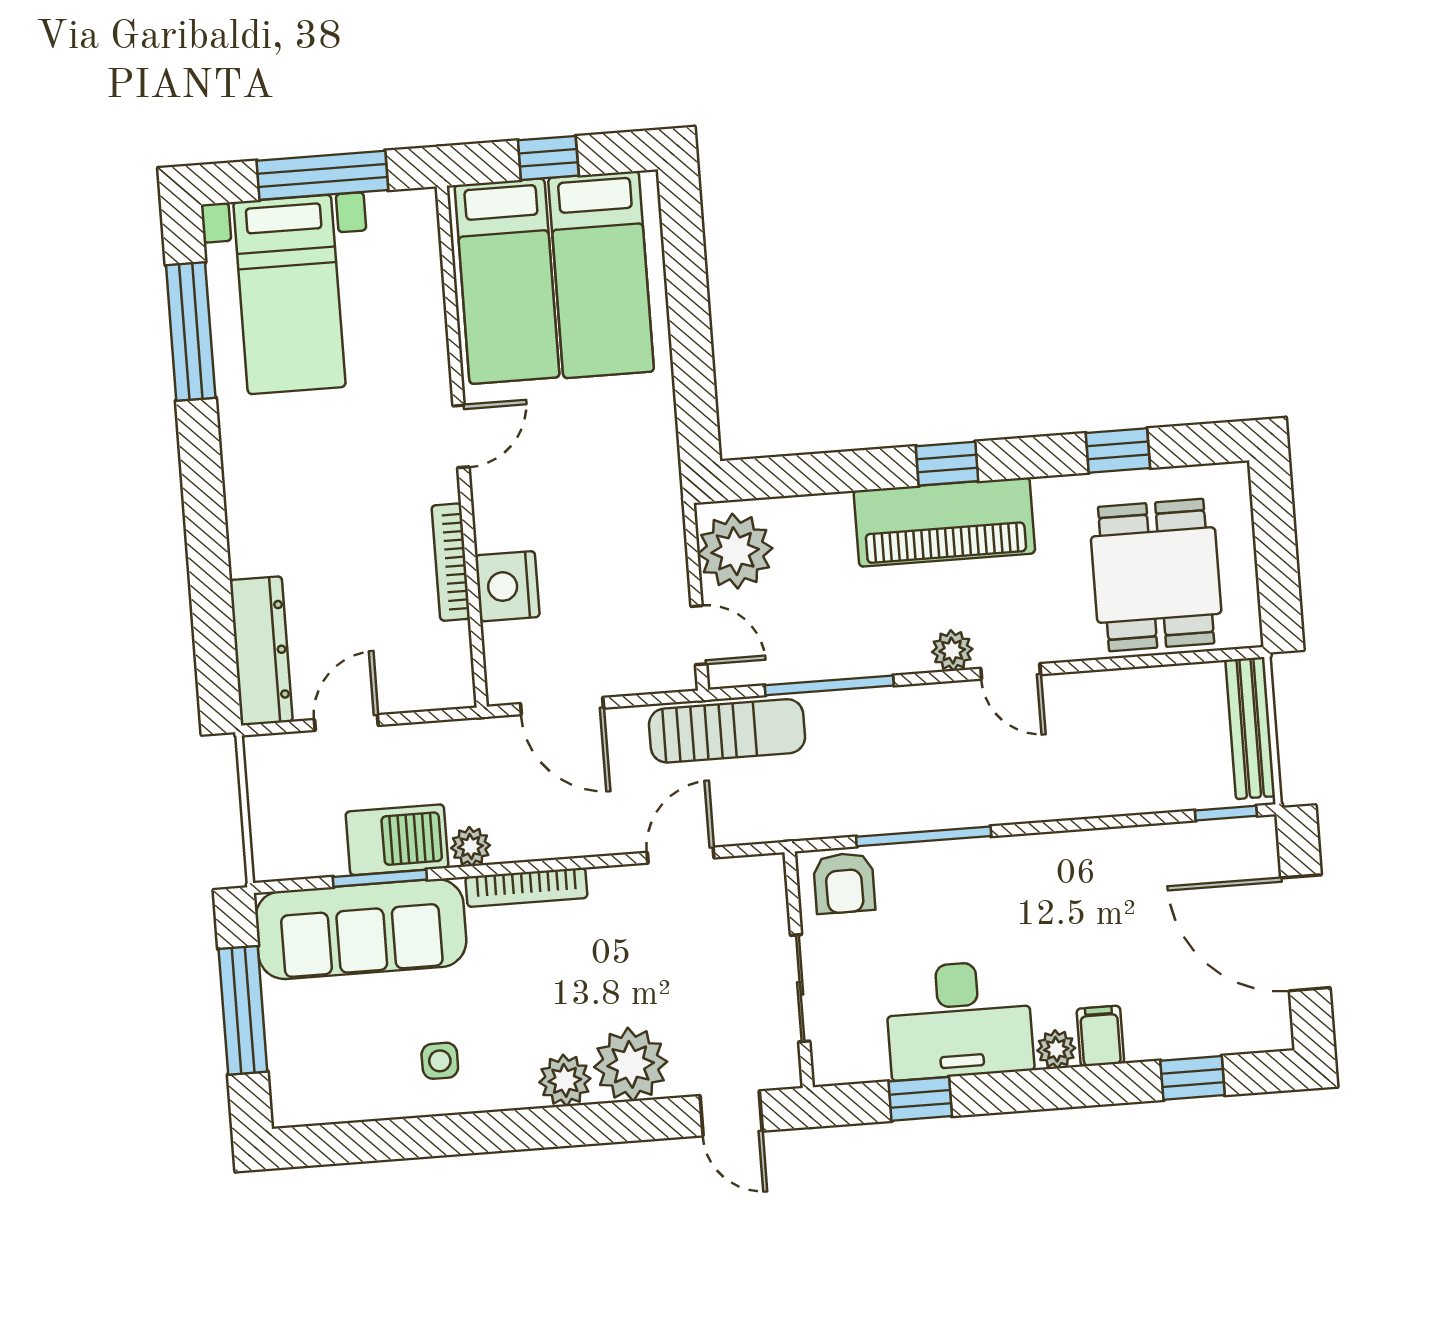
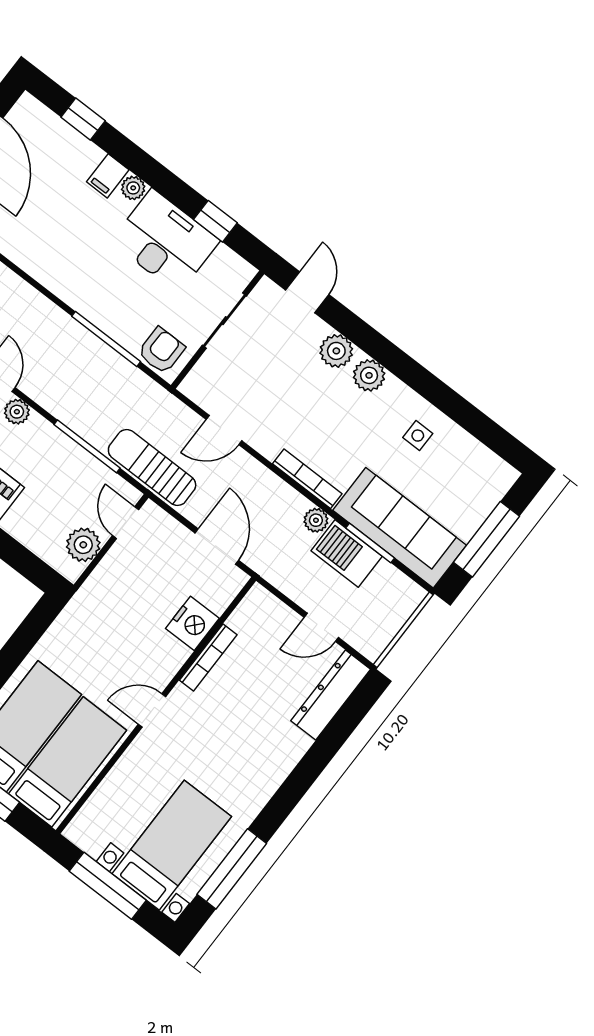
plant: (735, 551) -> (83, 545), width x0.73, depth x0.73
plant: (631, 1064) -> (336, 351), width x0.73, depth x0.73

